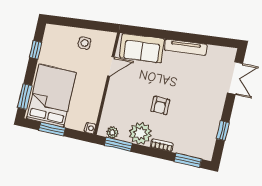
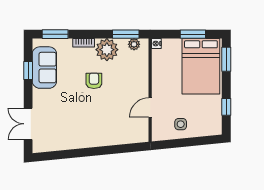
tv unit: (186, 47) -> (82, 143), removed
sofa: (142, 48) -> (44, 68), moved, turned 96

